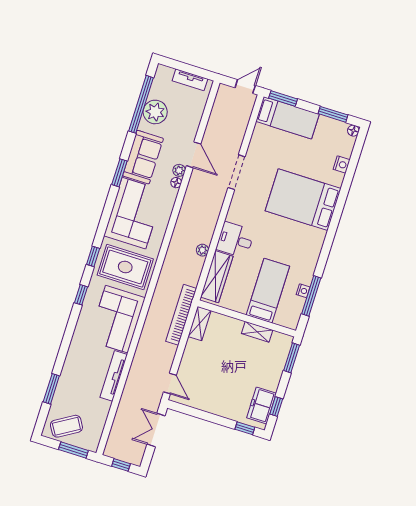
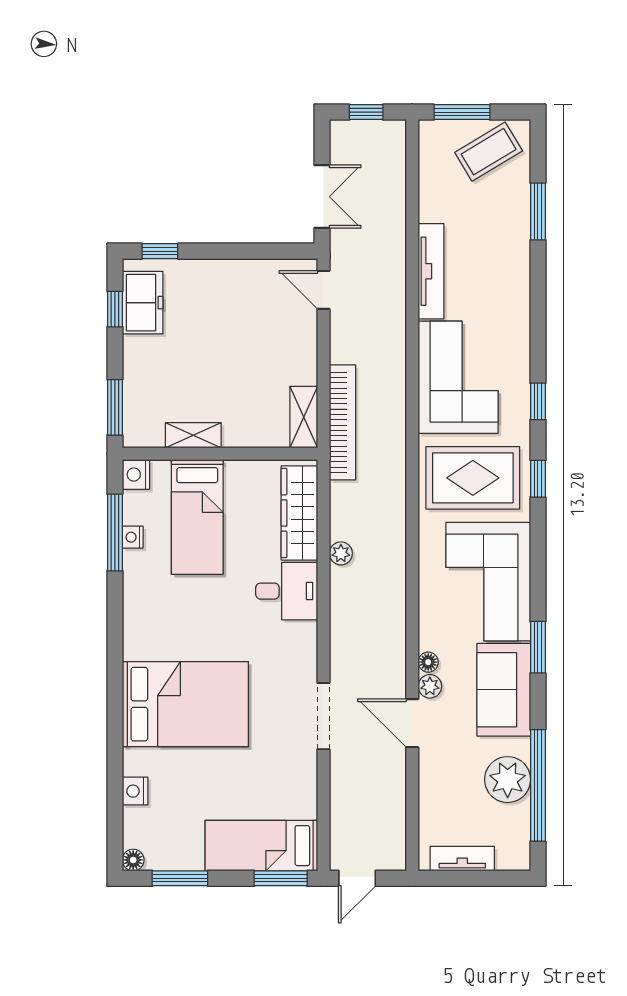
nightstand: (292, 321) -> (136, 475), added

